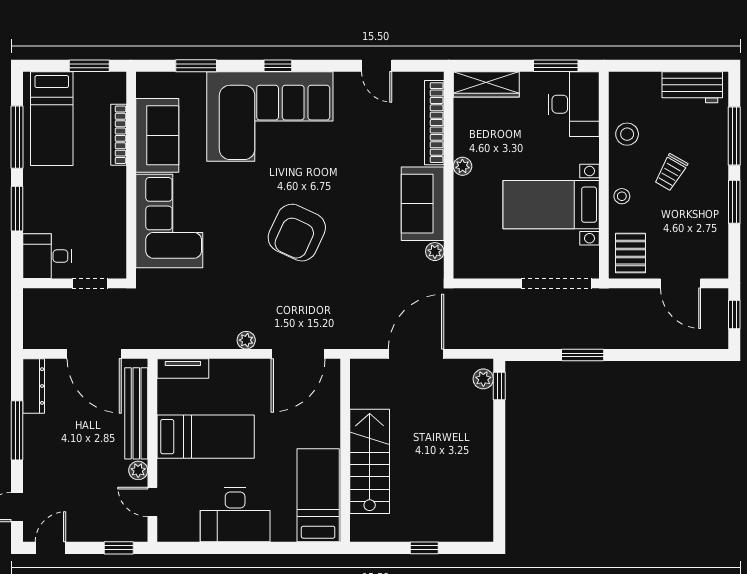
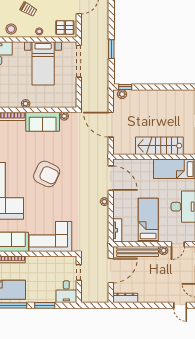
armchair: (297, 233) -> (47, 174), moved
window: (17, 430) -> (145, 305), removed

